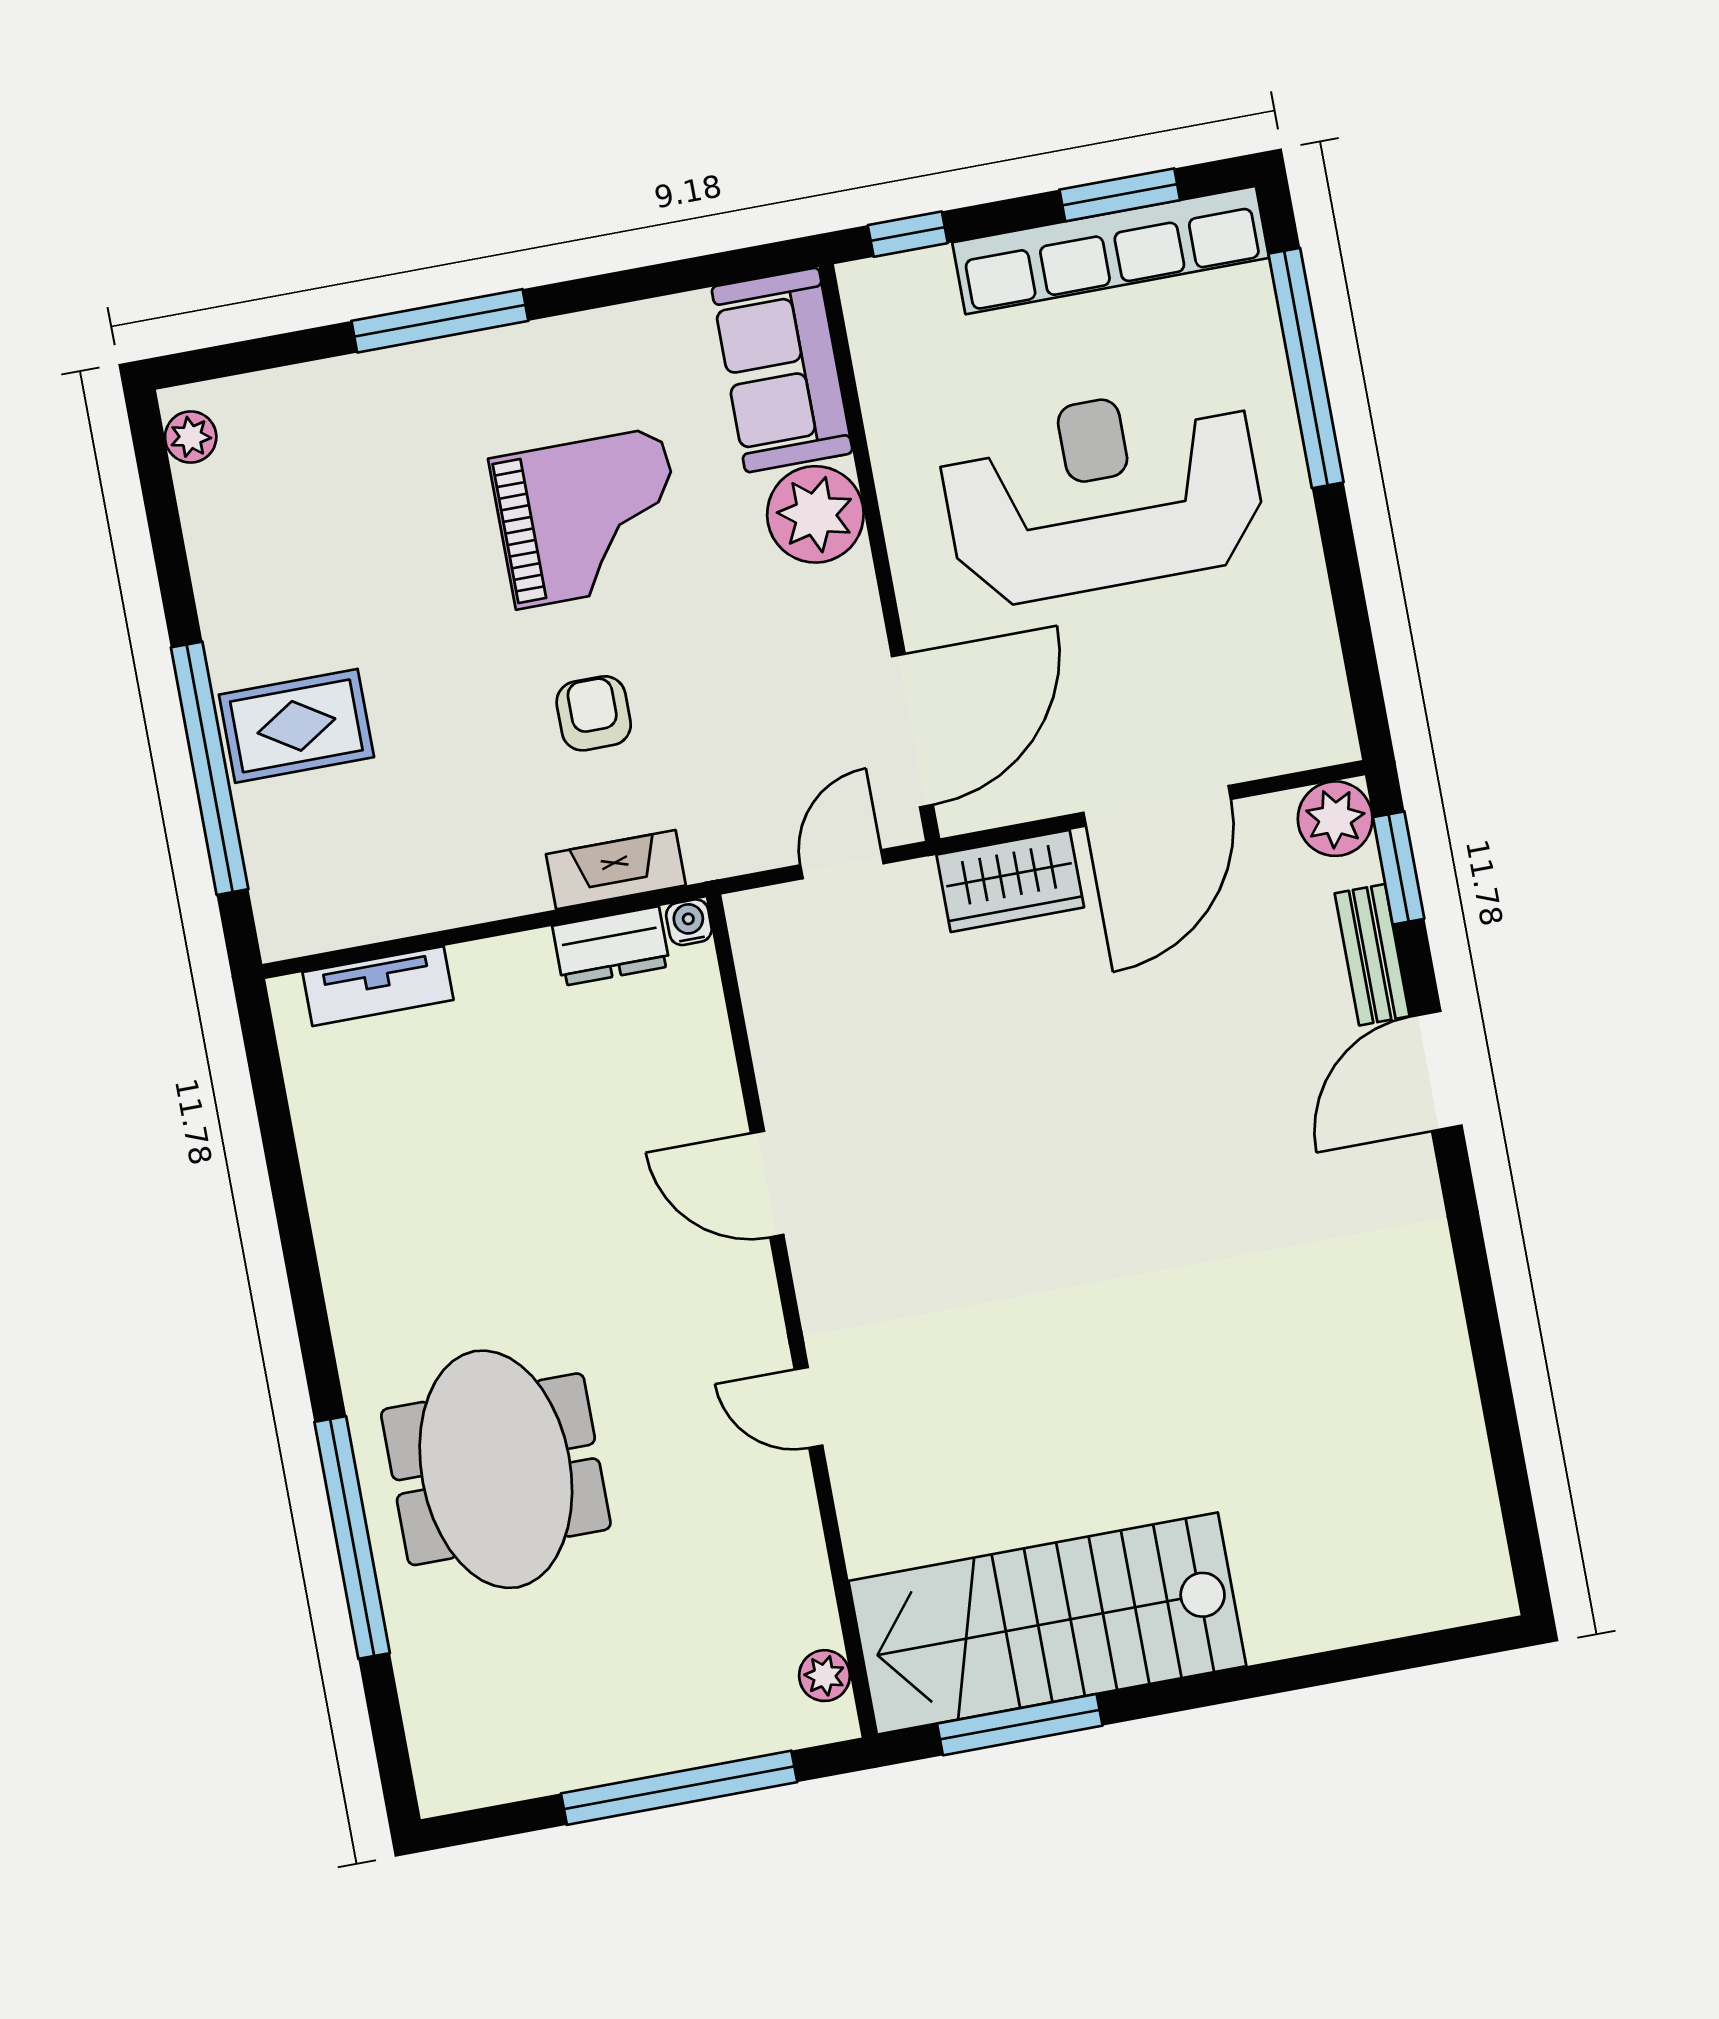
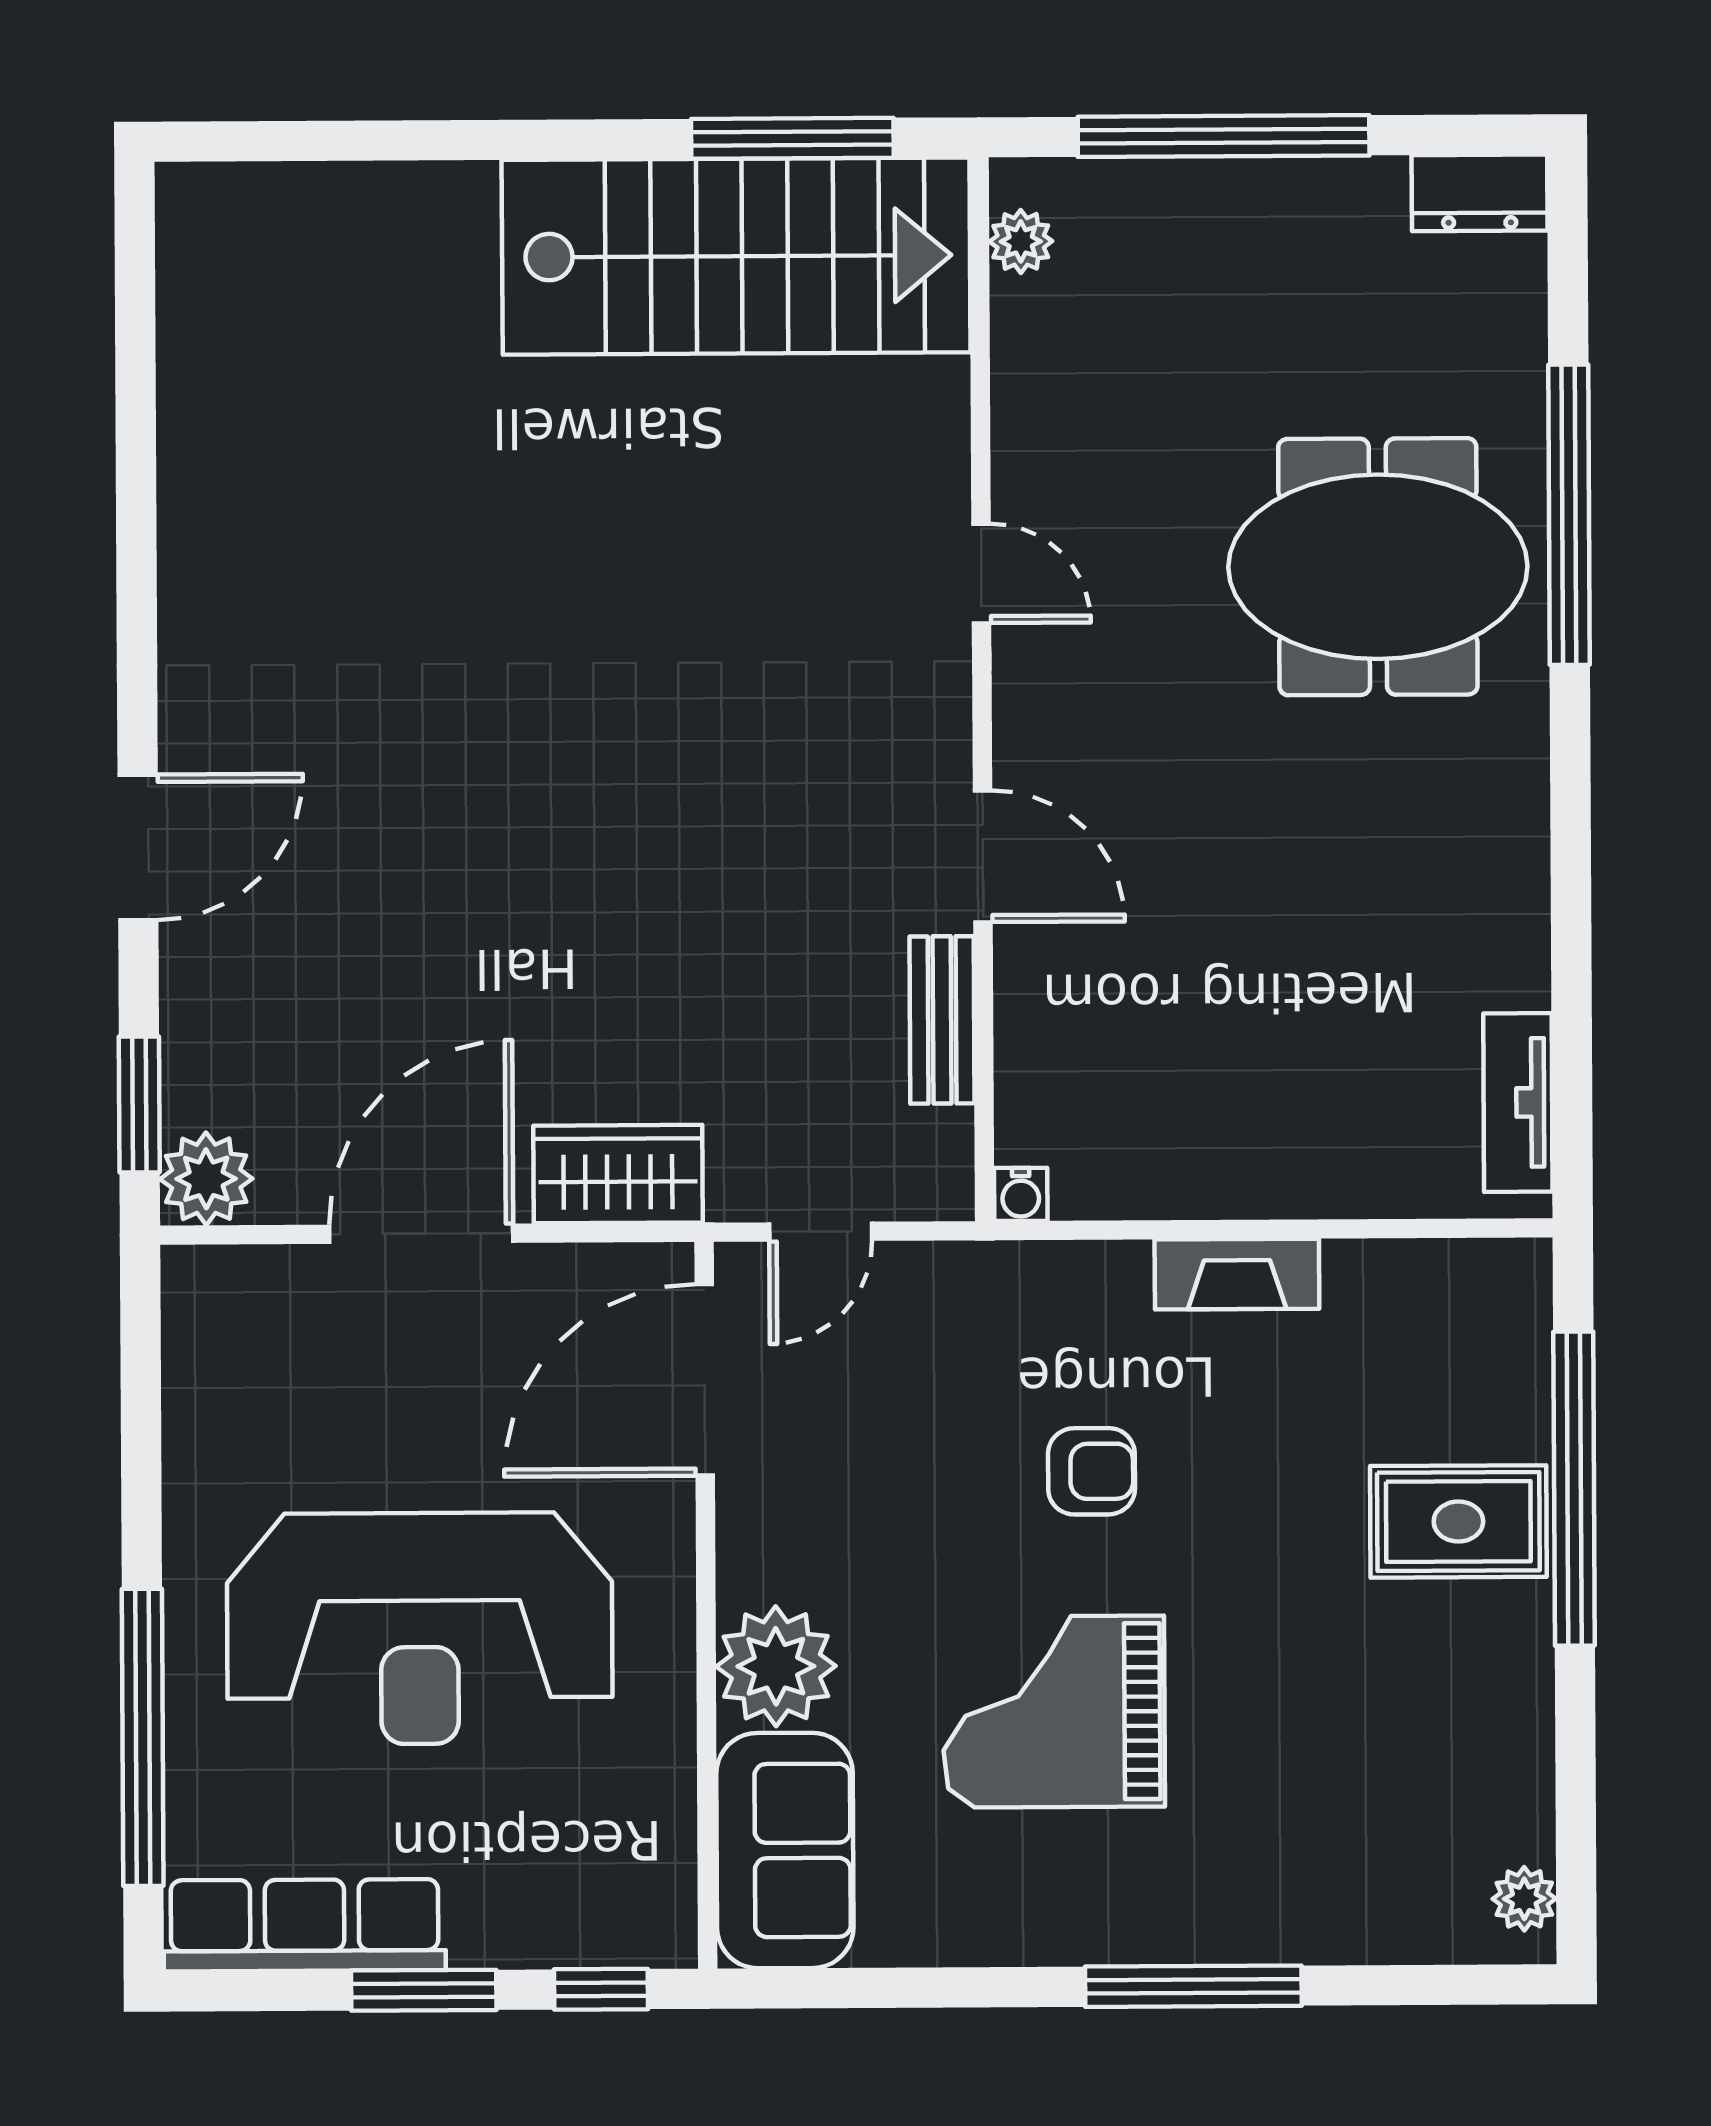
window: (1120, 195) -> (424, 1990), moved
row of seats: (1111, 250) -> (305, 1925), width x0.73
armchair: (594, 713) -> (1091, 1471), turned -90
fireplace: (616, 870) -> (1237, 1274), moved
dresser: (611, 946) -> (1480, 193), moved, turned 180
bench: (1372, 955) -> (942, 1020), moved
tv unit: (378, 986) -> (1518, 1102), moved, turned -90
meeting table: (496, 1469) -> (1378, 567), turned 90

